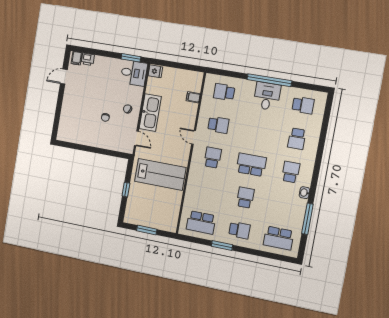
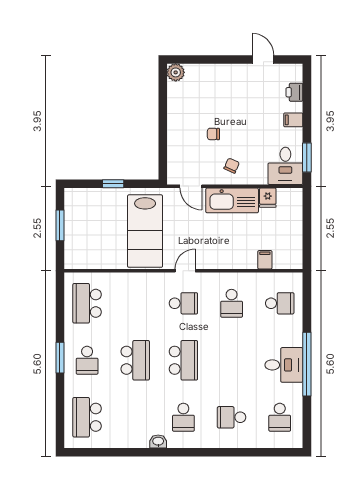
filing cabinet: (77, 58) -> (293, 120), moved
fridge: (155, 71) -> (268, 198), moved
school desk: (224, 92) -> (280, 303), turned 90
plant: (63, 135) -> (176, 72), added
door: (194, 137) -> (185, 271), moved
door: (136, 138) -> (191, 186), hinge flipped
school desk: (291, 172) -> (183, 417), turned 90
school desk: (245, 198) -> (135, 360), width x1.85
window: (307, 219) -> (122, 452), removed
window: (222, 246) -> (60, 358), moved

